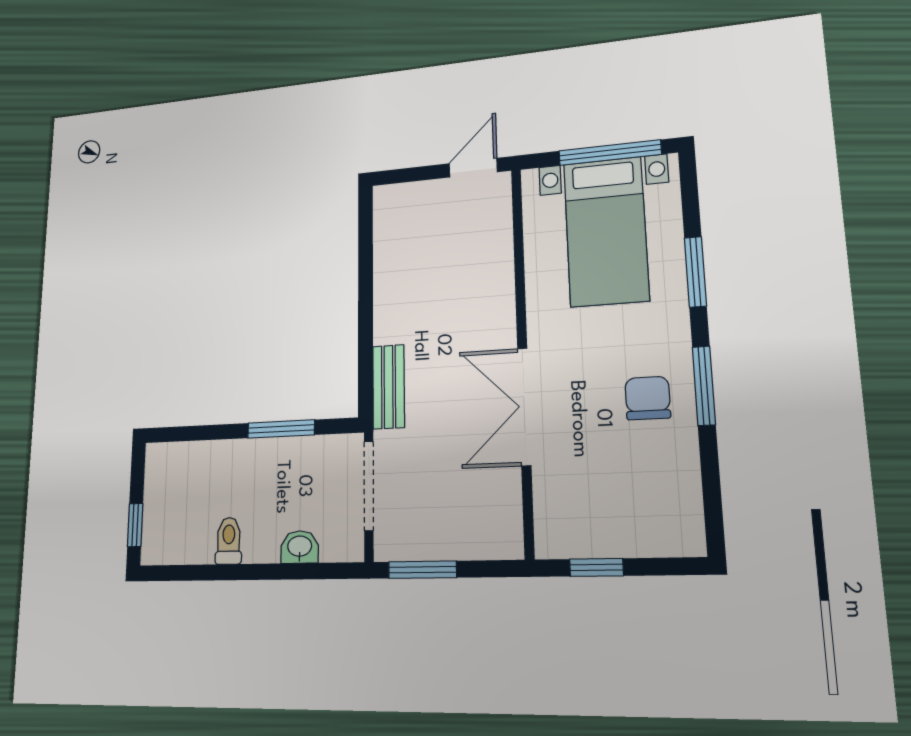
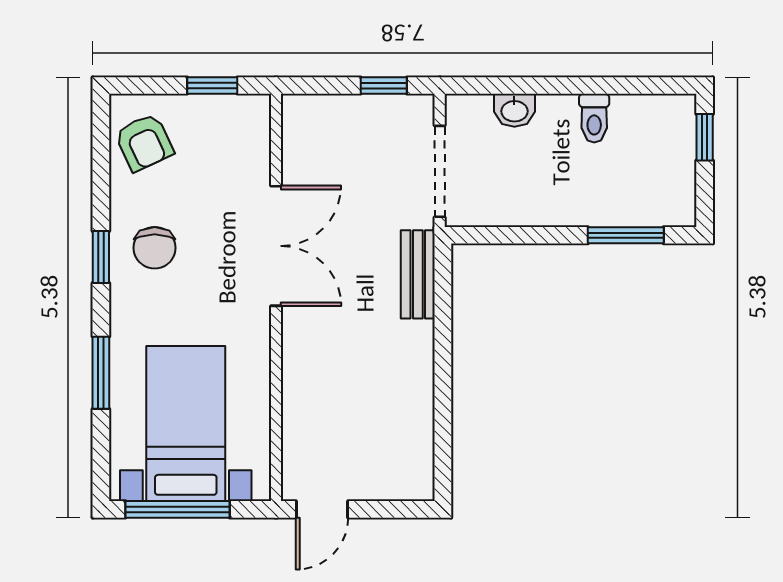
window: (704, 386) -> (101, 257), width x0.67
window: (281, 429) -> (626, 235), moved
armchair: (666, 506) -> (144, 142), added
window: (422, 570) -> (384, 86), width x0.67

